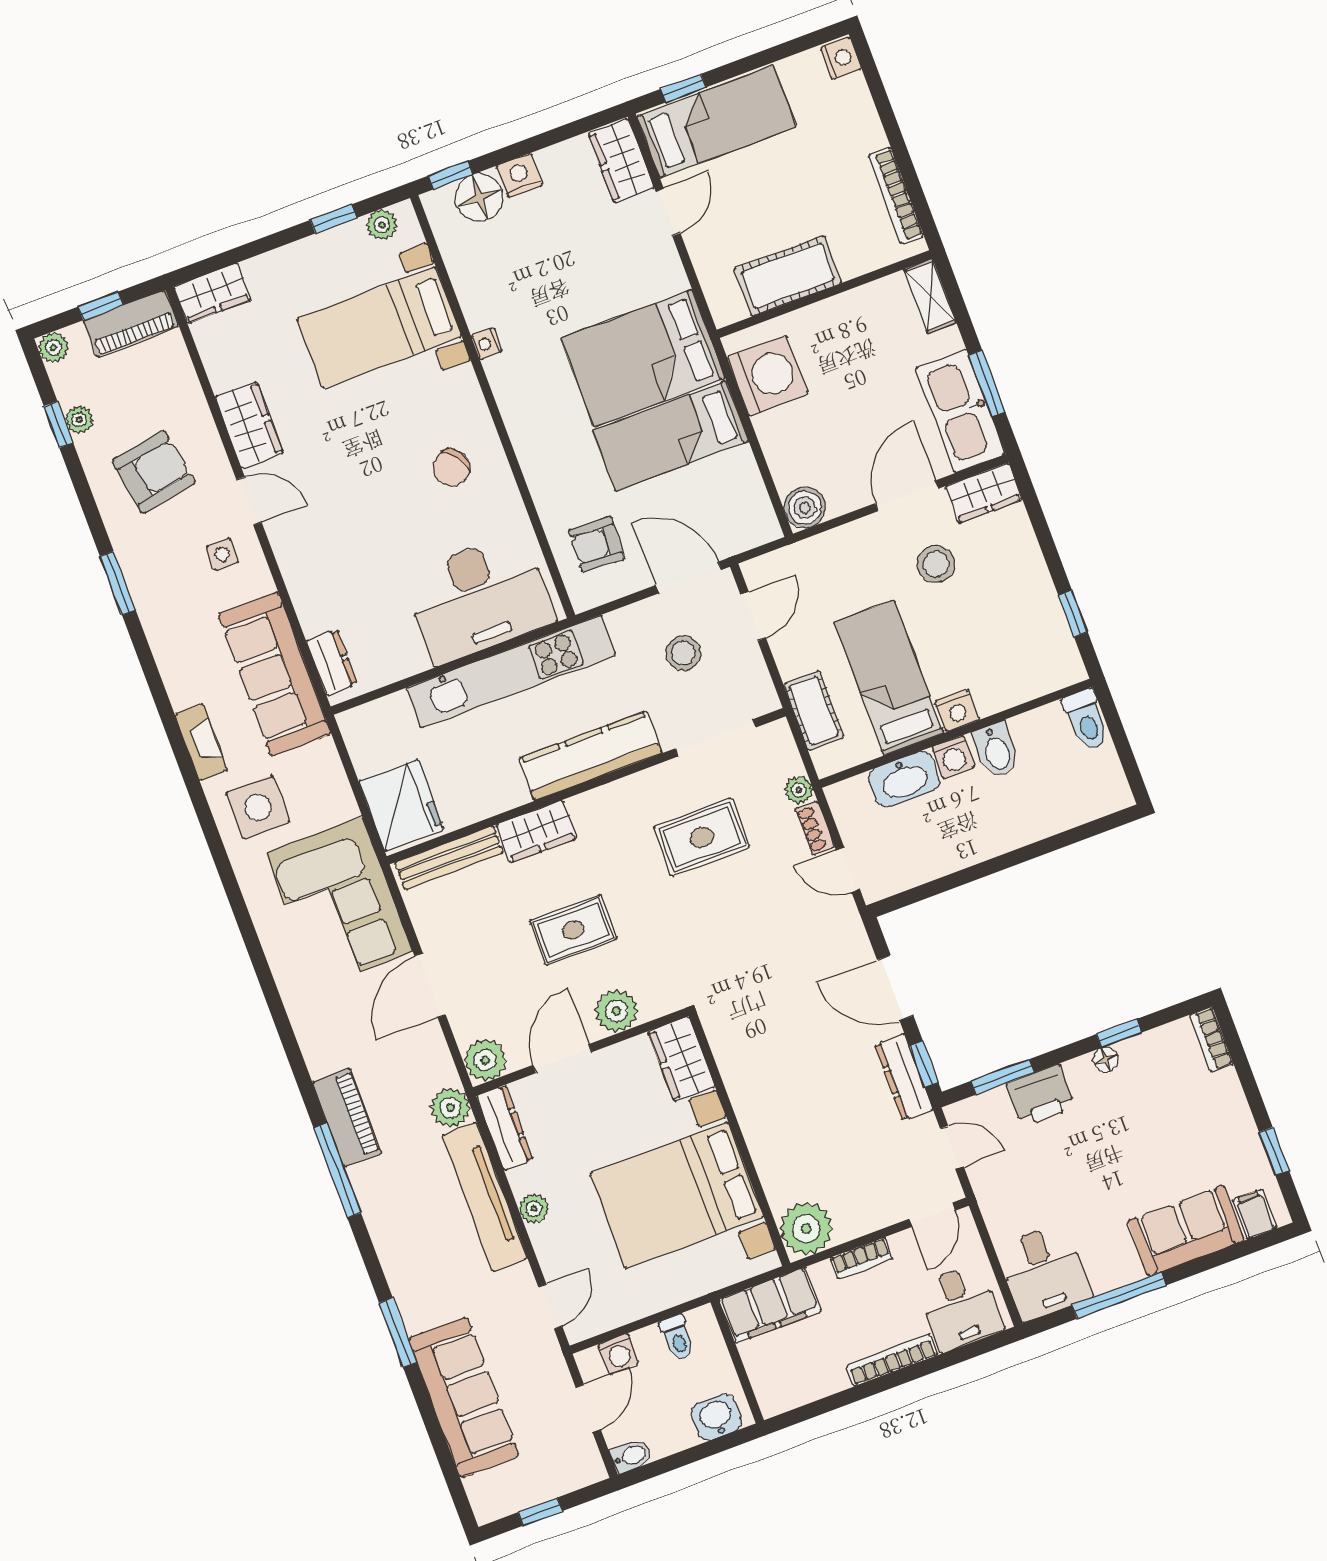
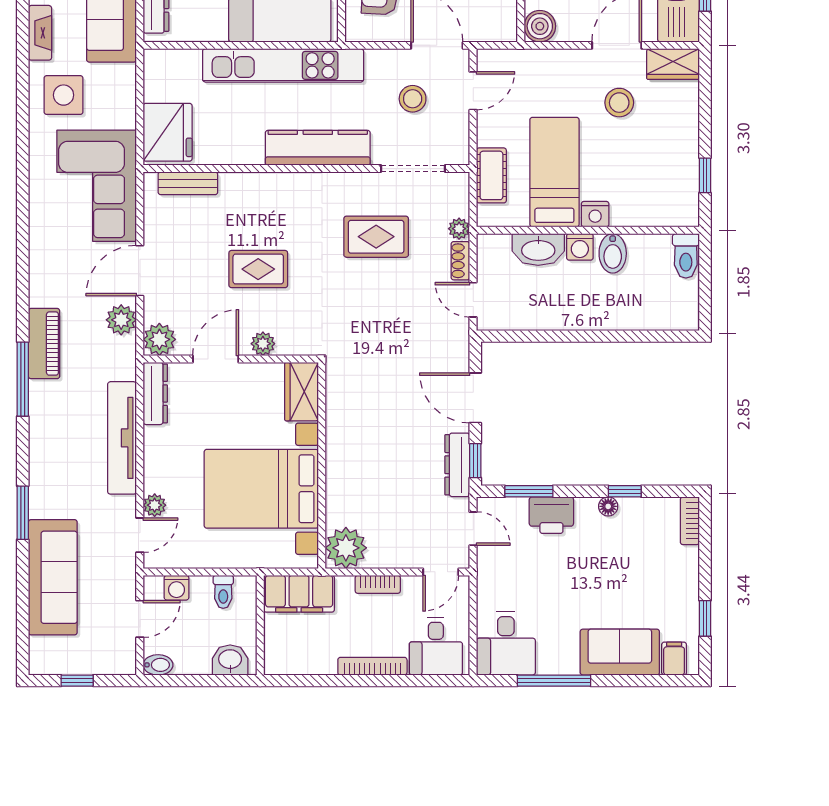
wardrobe: (537, 831) -> (258, 188), removed
bench: (449, 858) -> (188, 183), width x0.73
plant: (616, 1011) -> (263, 344), width x0.73, depth x0.73
plant: (450, 1108) -> (121, 320), moved
plant: (534, 1209) -> (155, 505), moved

